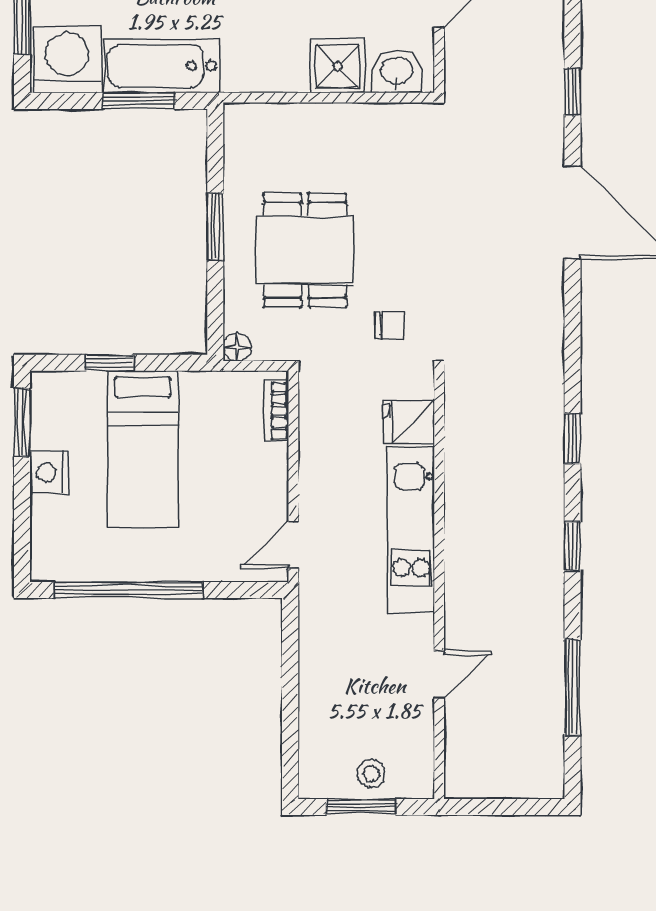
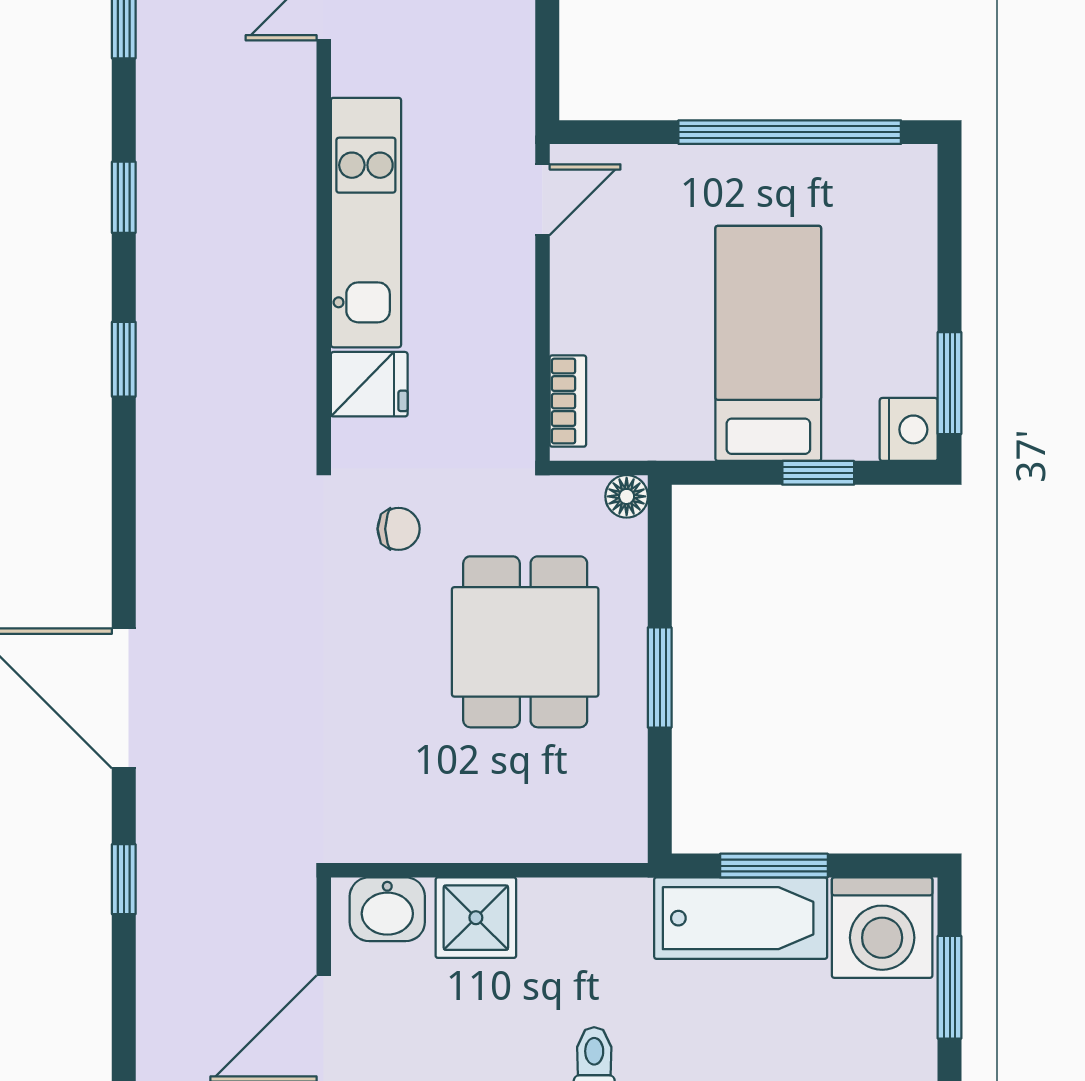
chair: (389, 325) -> (399, 529), turned 180
nightstand: (49, 472) -> (909, 429), moved

